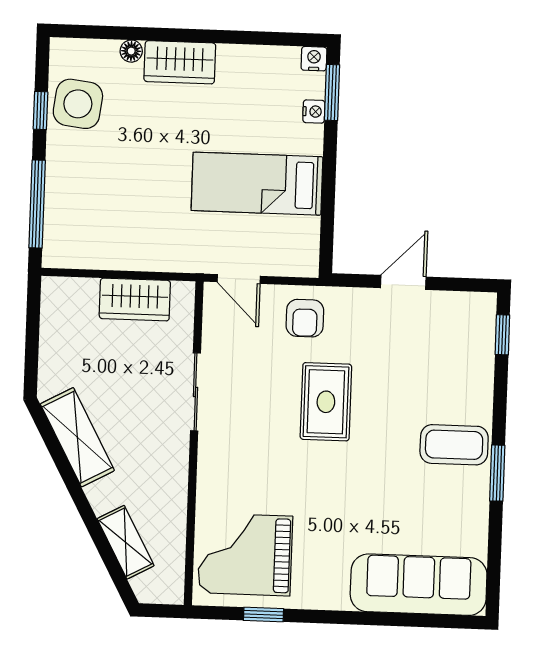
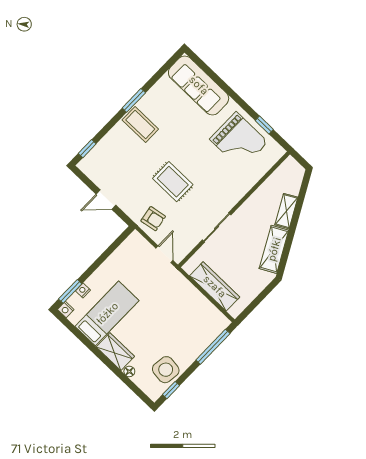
window: (41, 111) -> (171, 390), moved
bed: (257, 184) -> (107, 313), moved, turned -90
wardrobe: (135, 299) -> (215, 286), width x1.50
armchair: (305, 318) -> (153, 219), turned 80
rug: (326, 402) -> (173, 182), turned 90
shelving: (126, 542) -> (286, 211), moved
grand piano: (245, 554) -> (239, 141), moved

